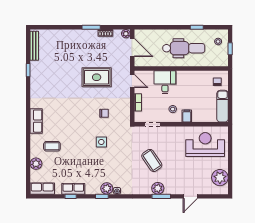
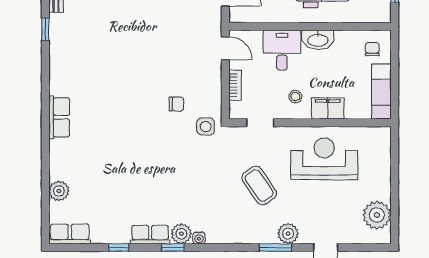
washbasin: (186, 76) -> (318, 40), added
rug: (97, 77) -> (164, 42), removed
filing cabinet: (187, 116) -> (328, 108), width x2.00
side table: (101, 142) -> (206, 127), moved
reception desk: (205, 145) -> (324, 159), moved
coffee table: (52, 146) -> (87, 161), removed
plant: (158, 188) -> (288, 234), moved
row of seats: (73, 189) -> (150, 235), moved

